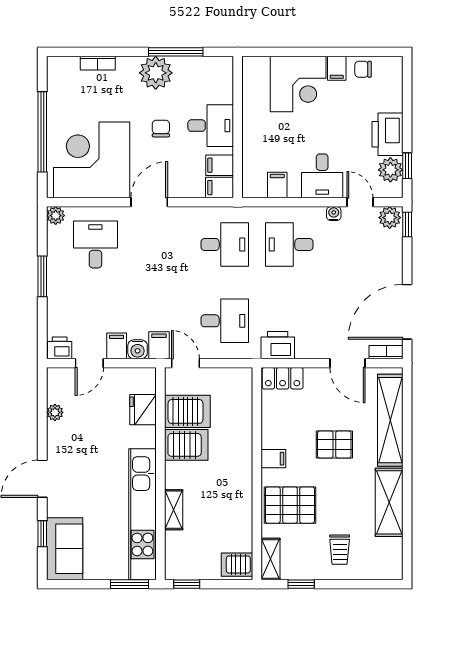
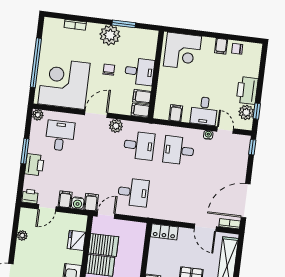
window: (176, 52) -> (124, 24), width x0.69
corner desk: (298, 84) -> (182, 51), moved
plant: (390, 218) -> (116, 126), moved
printer: (278, 345) -> (34, 165), moved, turned 90
door: (185, 363) -> (106, 215), hinge flipped

